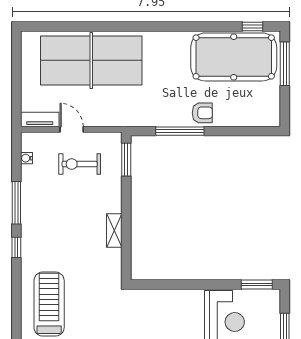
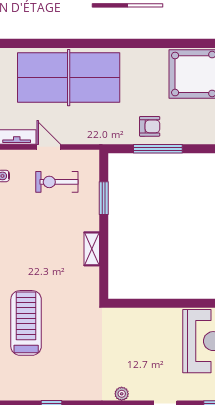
armchair: (202, 113) -> (150, 126), moved
window: (126, 160) -> (104, 198), moved

